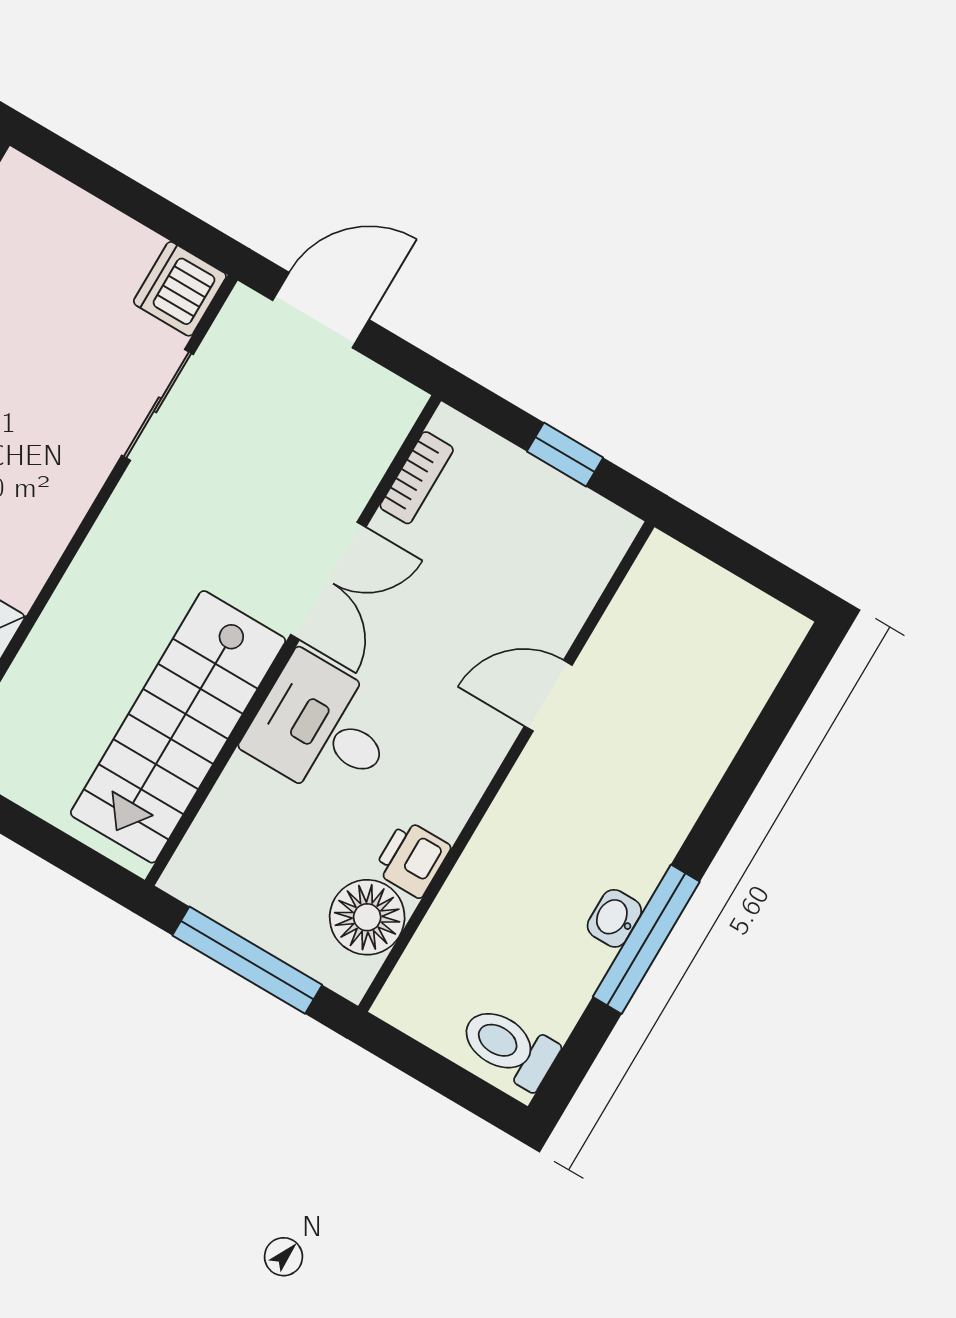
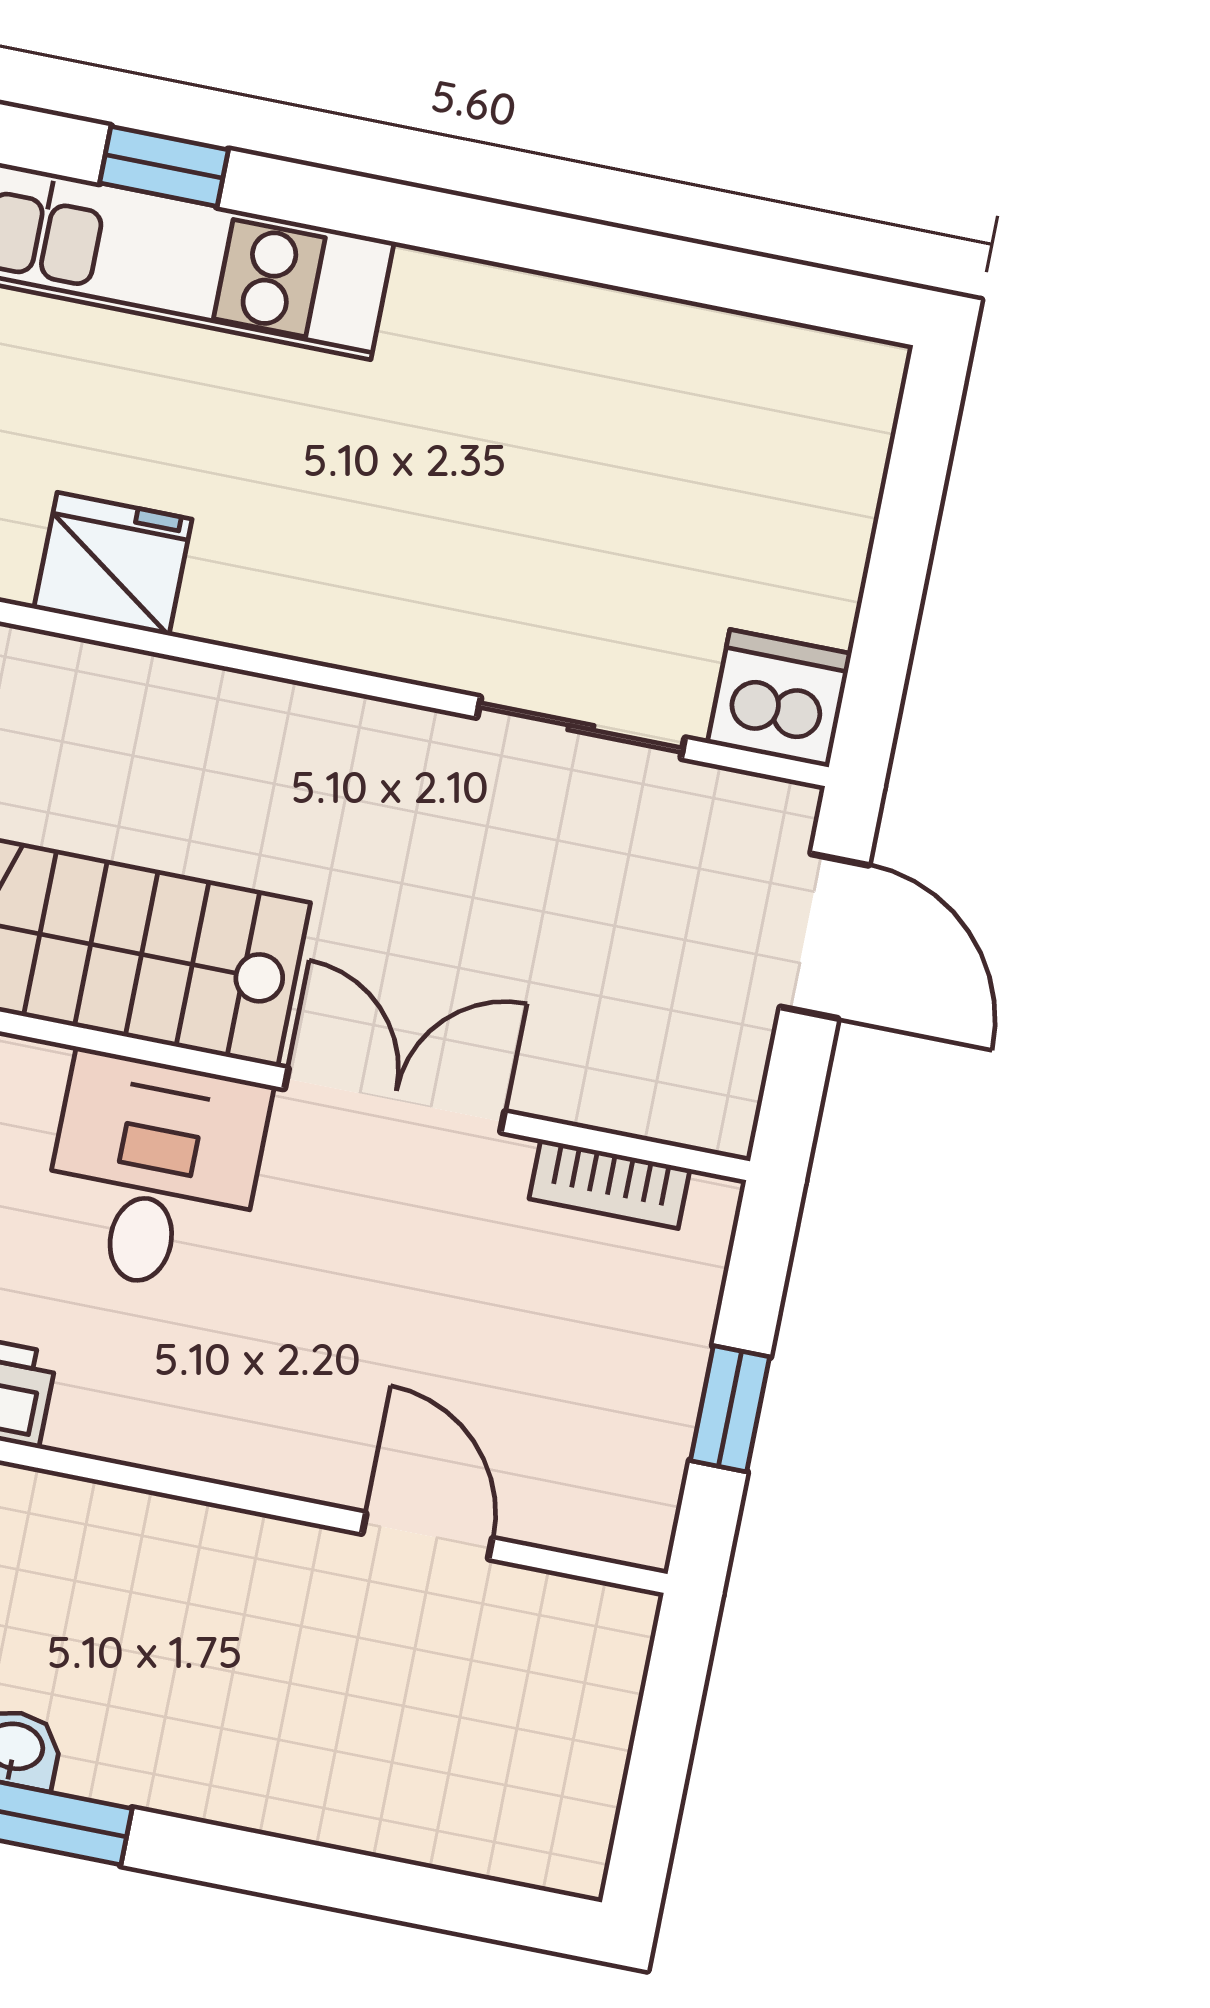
double door: (328, 581) -> (395, 1100), swing flipped
door: (548, 696) -> (427, 1536), moved

